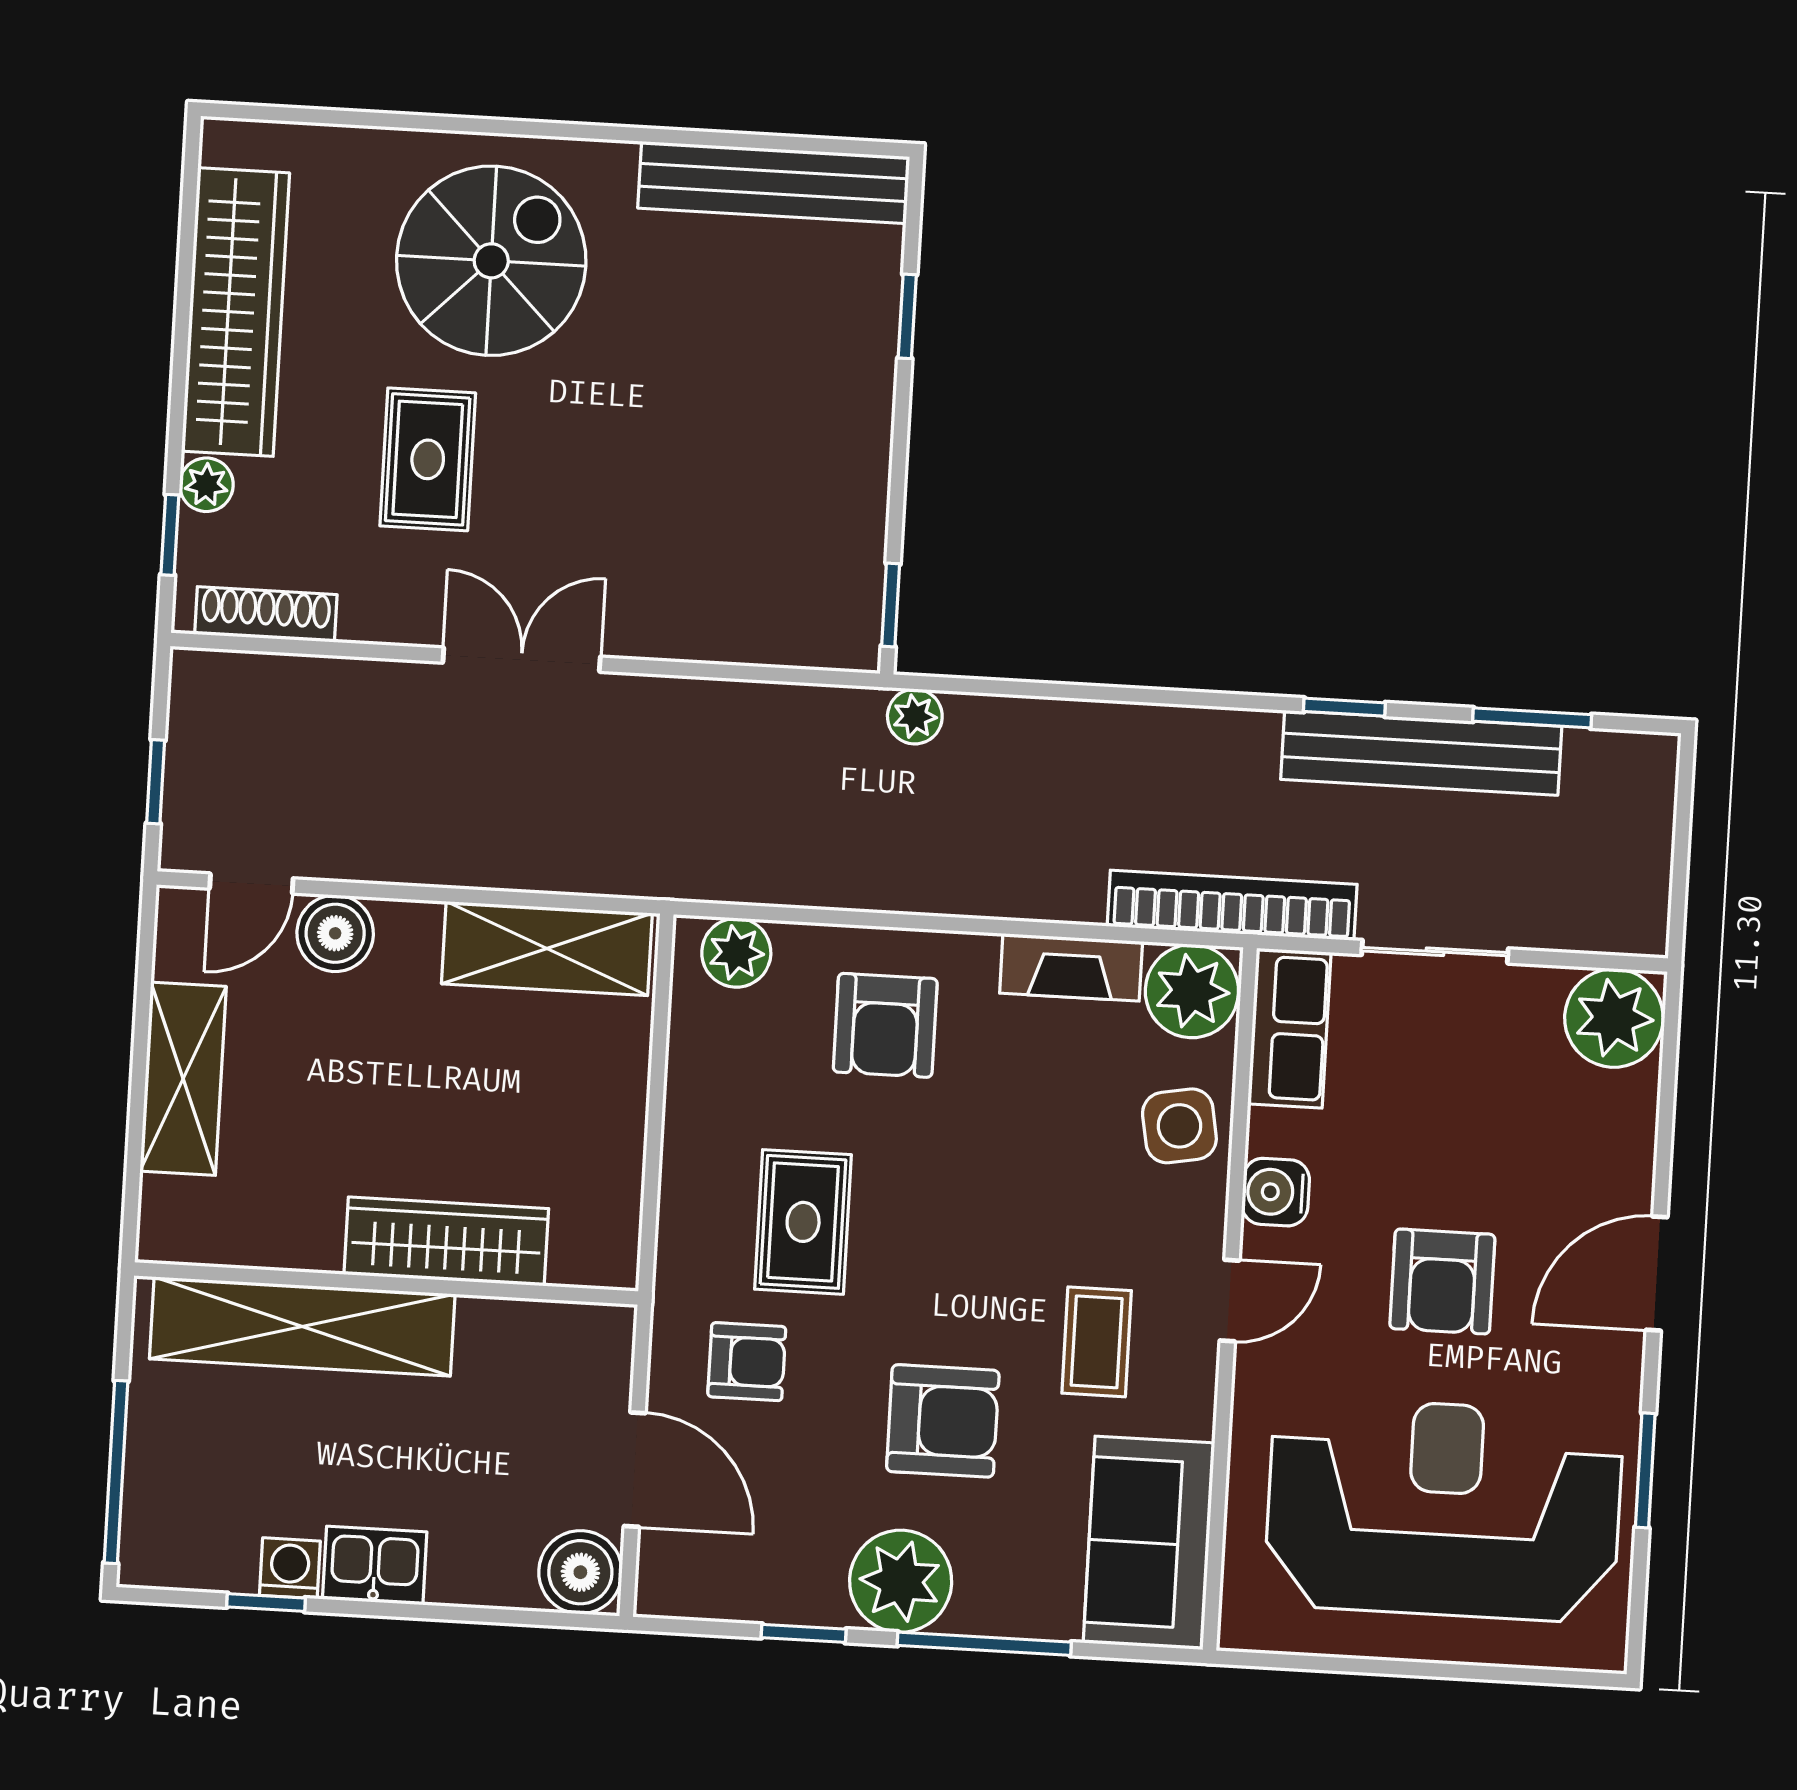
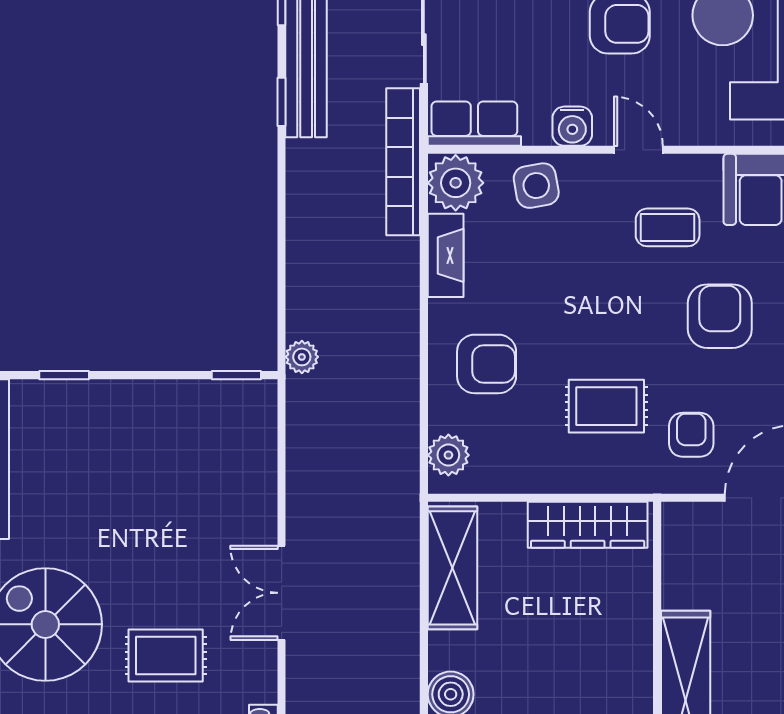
wardrobe: (446, 1241) -> (588, 525), moved, turned -90

